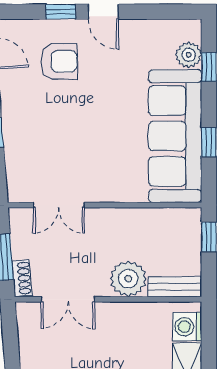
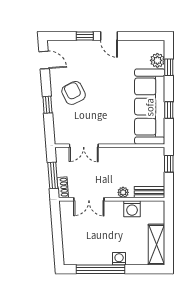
armchair: (59, 61) -> (74, 93), moved, turned -116
plant: (128, 279) -> (123, 192), width x0.53, depth x0.53
washing machine: (187, 327) -> (132, 209), moved, turned -90

